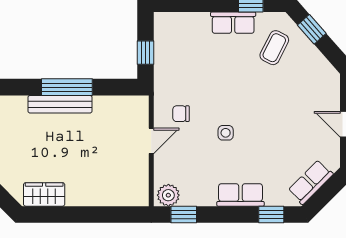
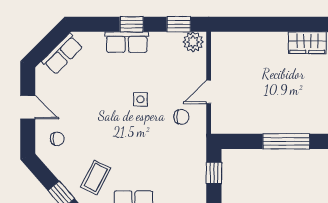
chair: (316, 90) -> (57, 139), added
bench: (60, 104) -> (293, 126), removed
window: (271, 214) -> (132, 24), moved

